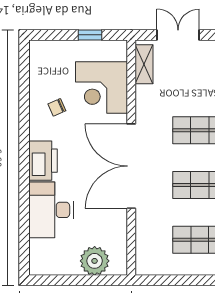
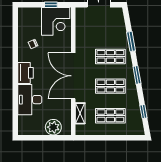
shelving: (144, 64) -> (80, 113), moved
corner desk: (102, 87) -> (56, 21), moved, turned -90

